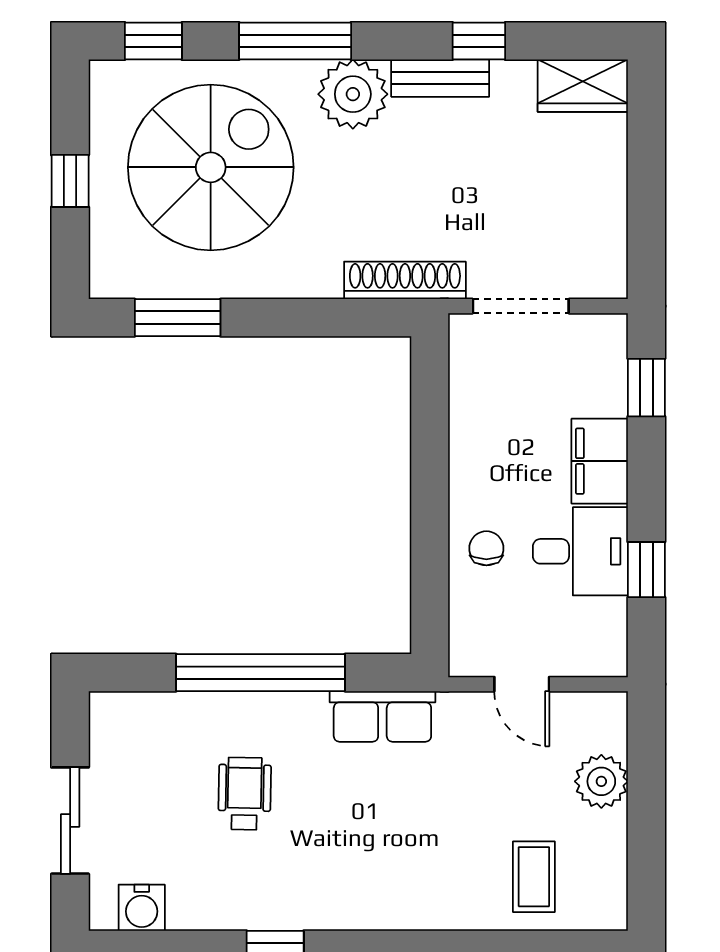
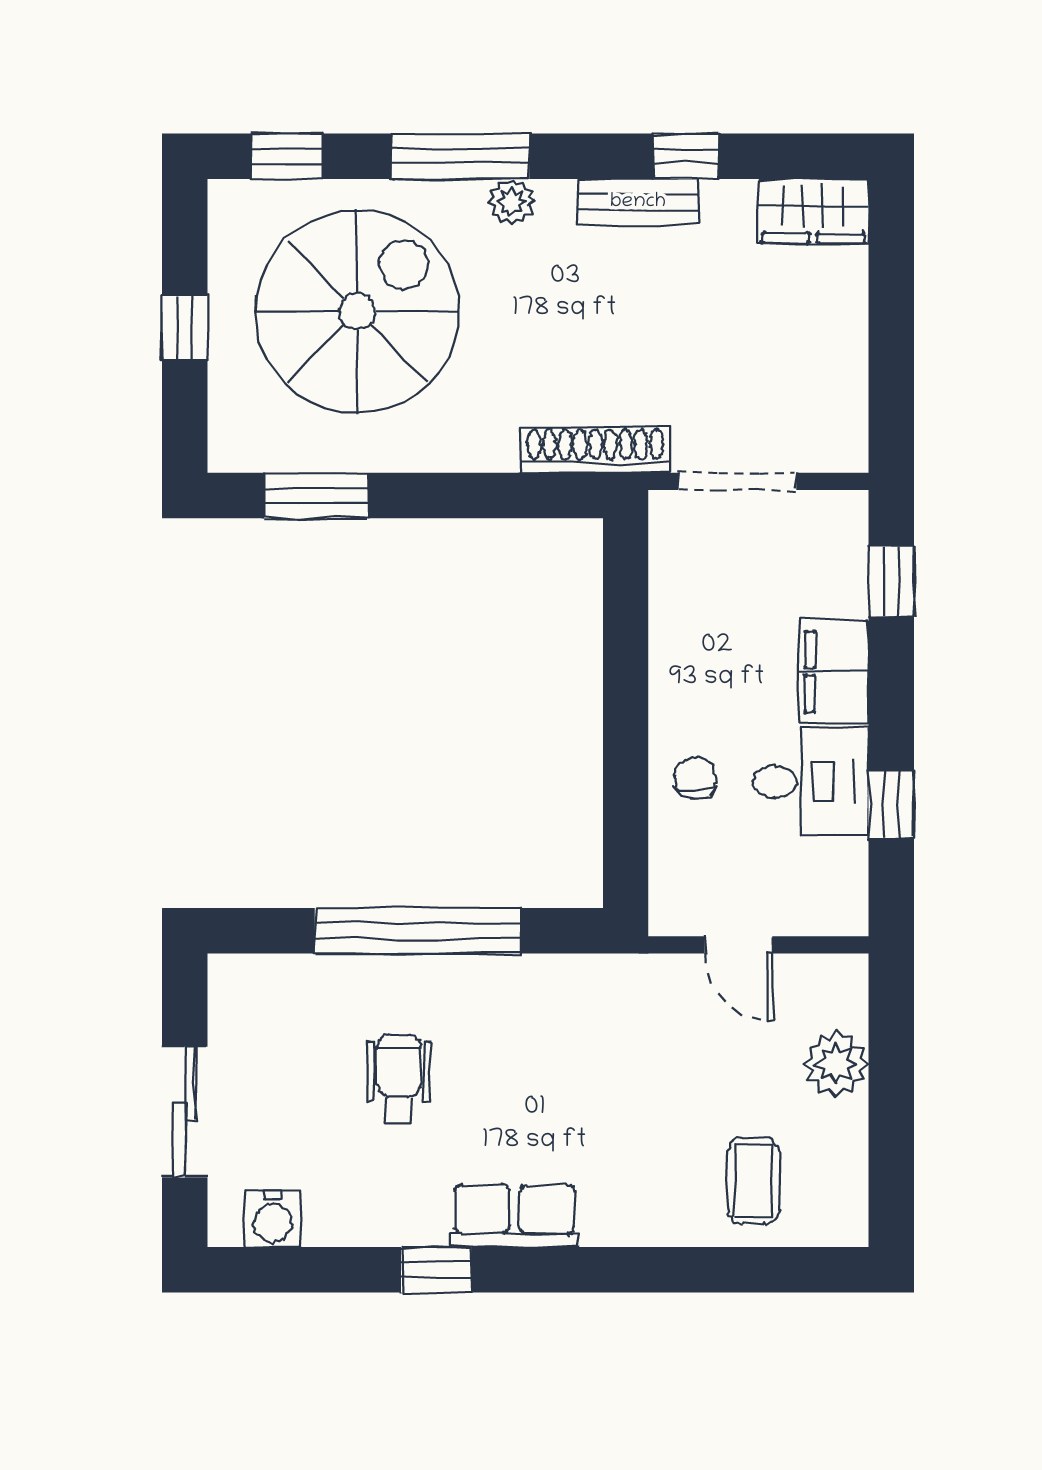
plant: (353, 94) -> (512, 202), width x0.53, depth x0.53
row of seats: (382, 716) -> (515, 1216), moved, turned 180

